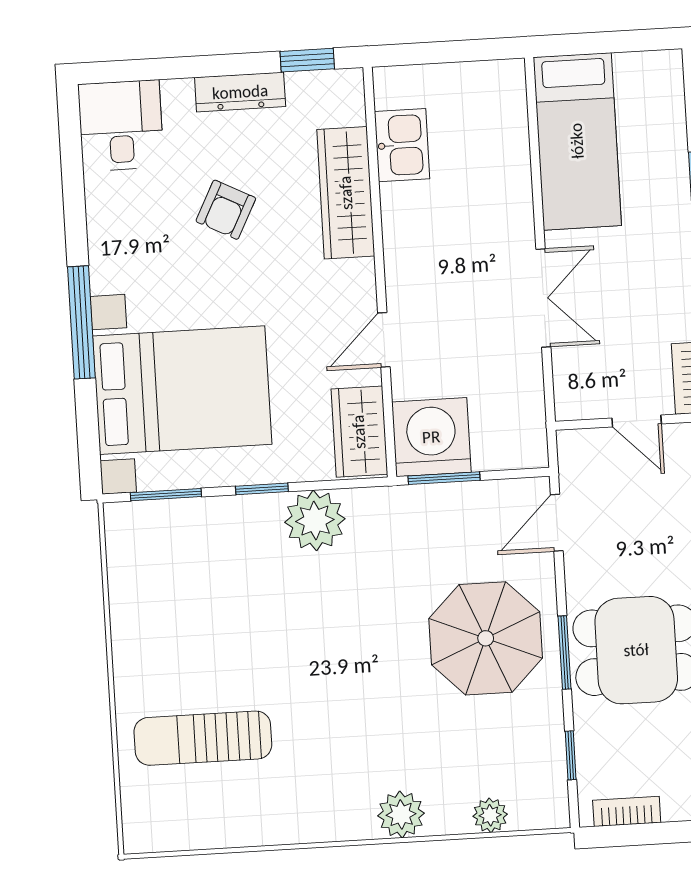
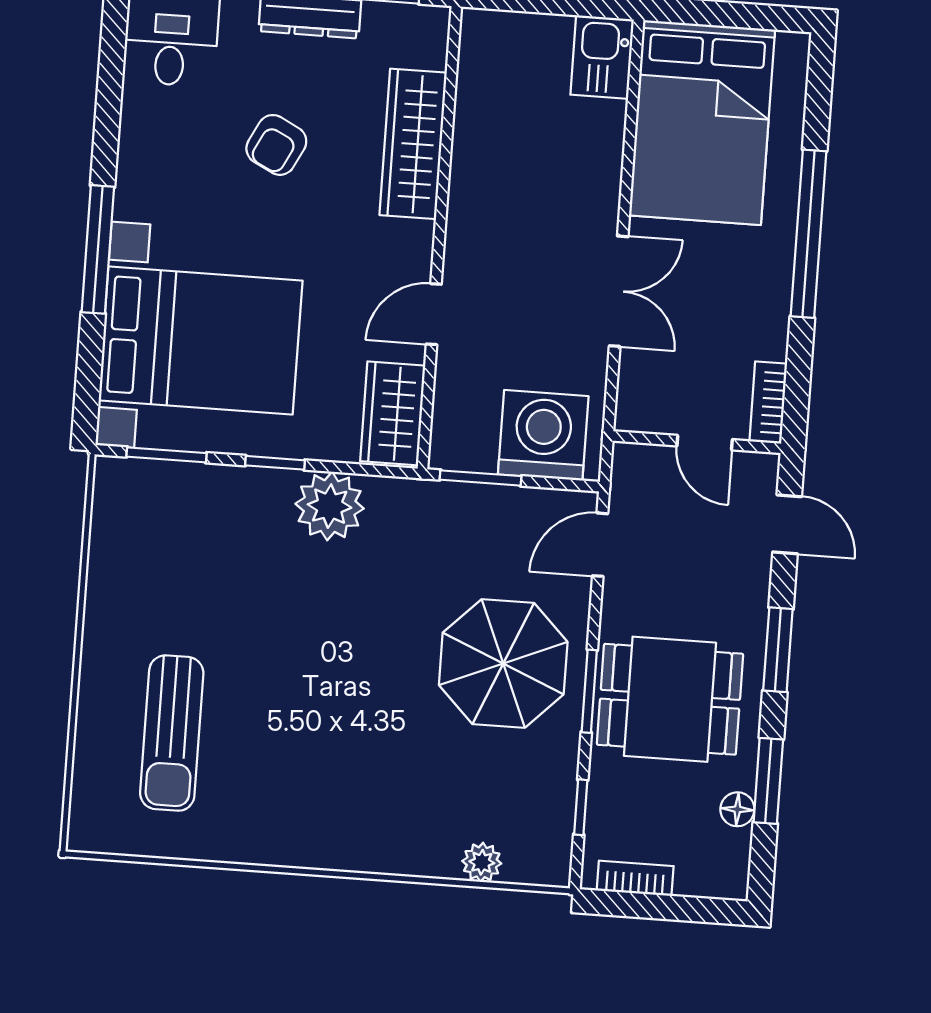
bed: (577, 141) -> (702, 123), width x1.50
kitchen sink: (402, 145) -> (602, 57), moved, turned 180
washing machine: (431, 437) -> (543, 435), moved
sun lounger: (203, 738) -> (172, 733), turned -90
plant: (401, 814) -> (382, 848), removed

